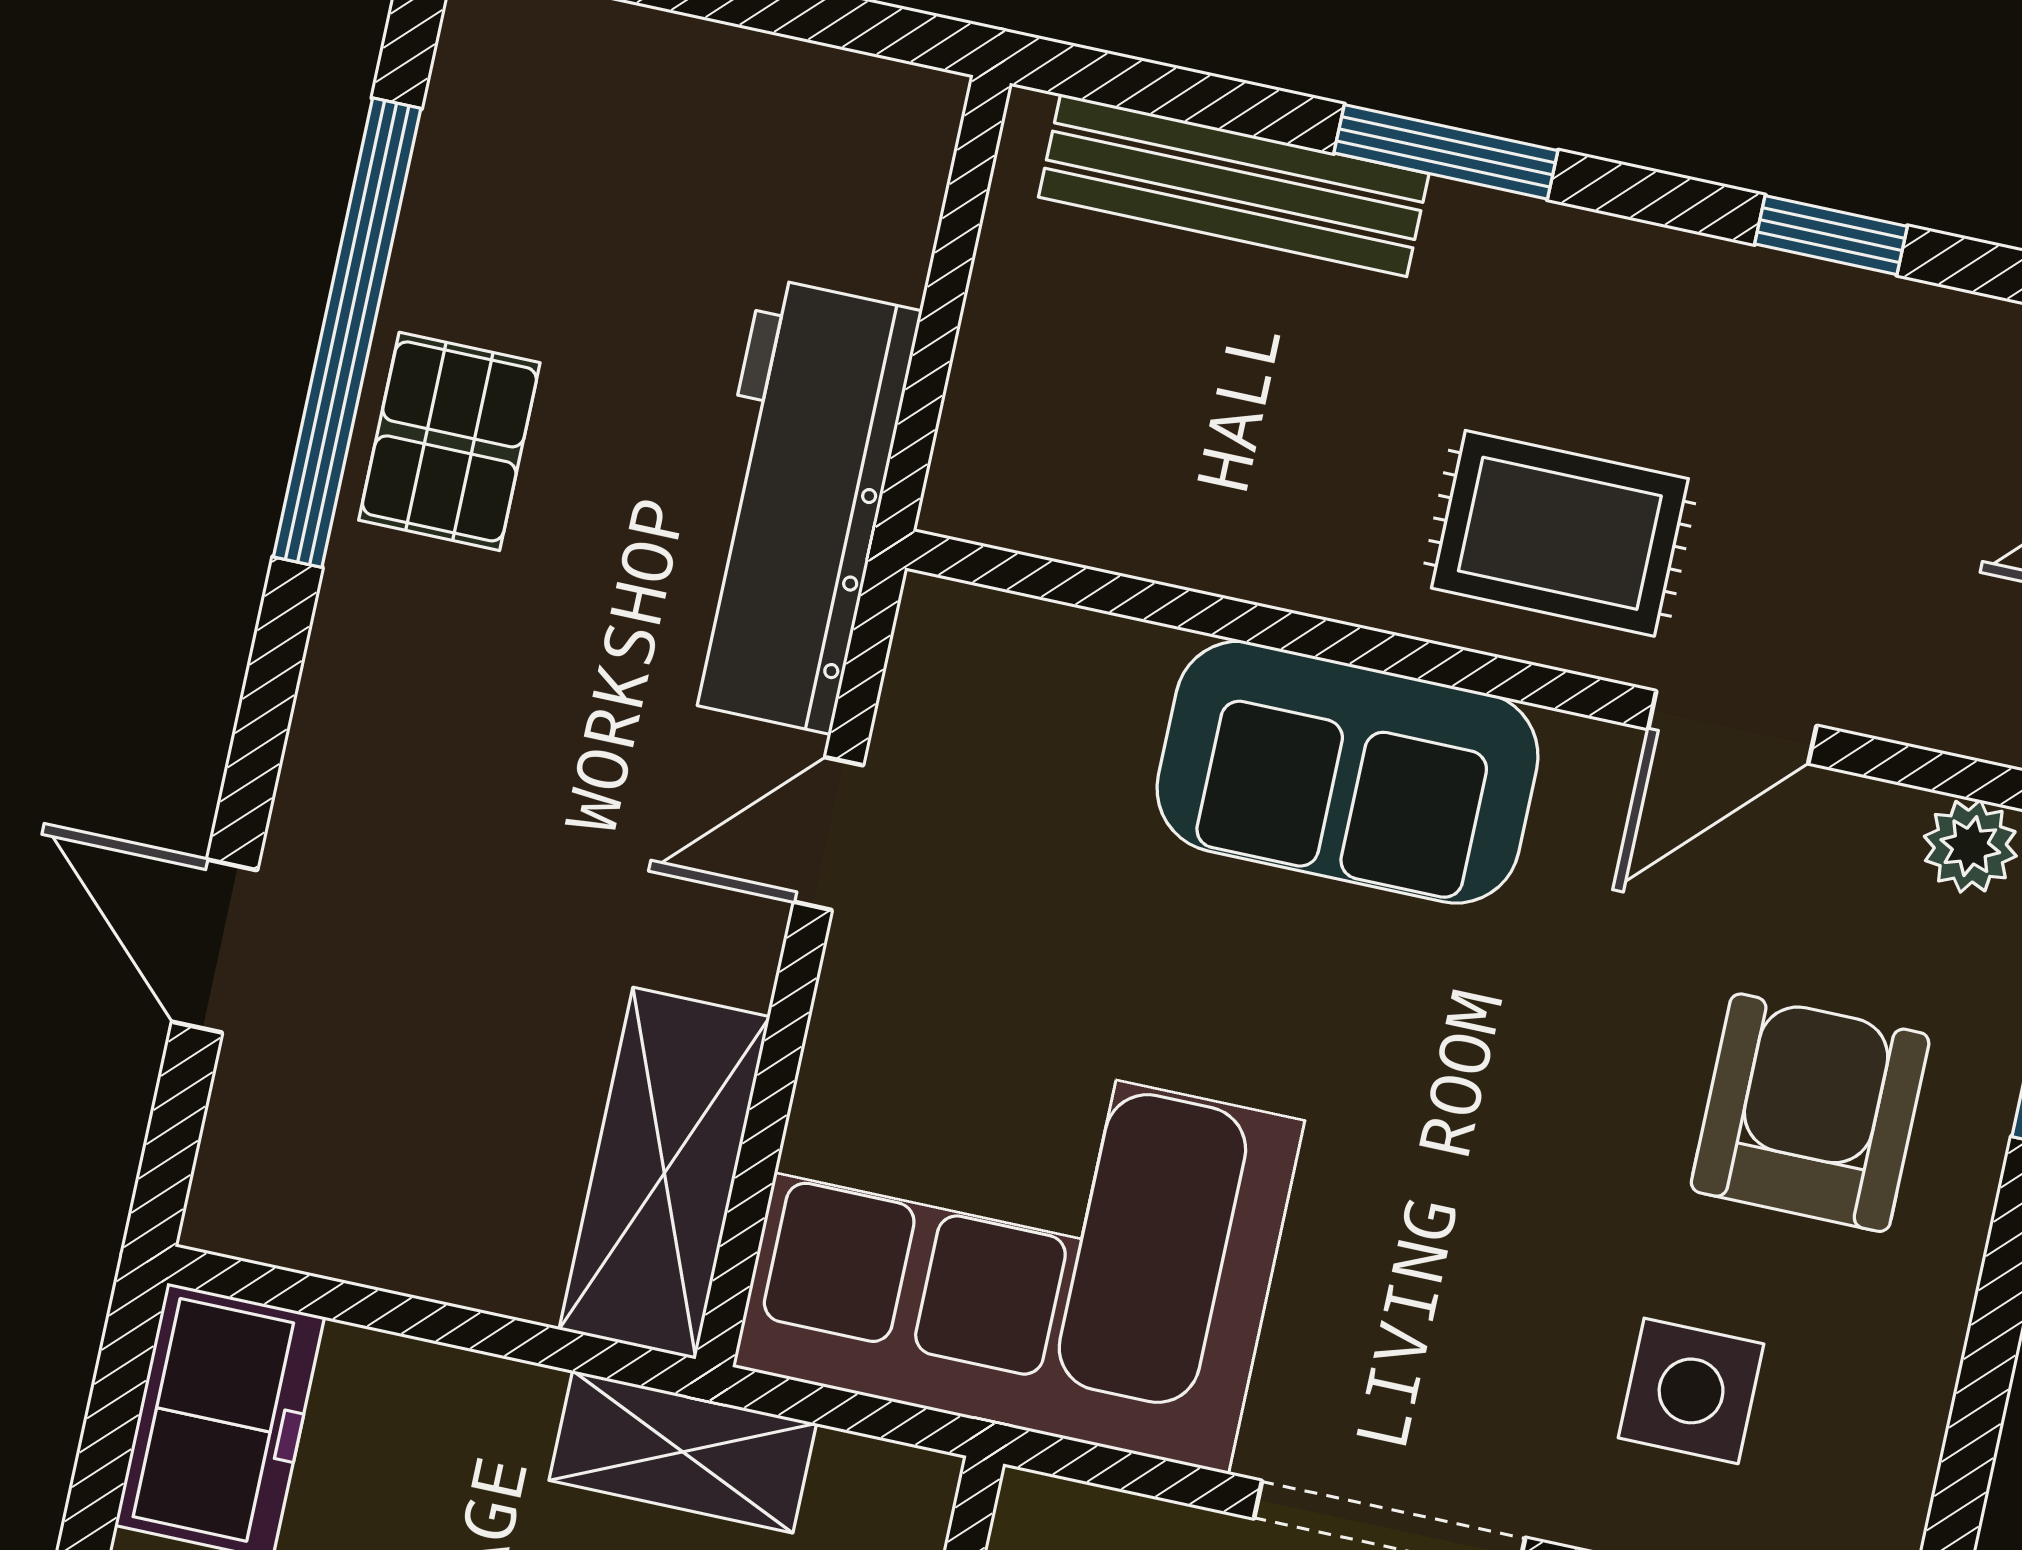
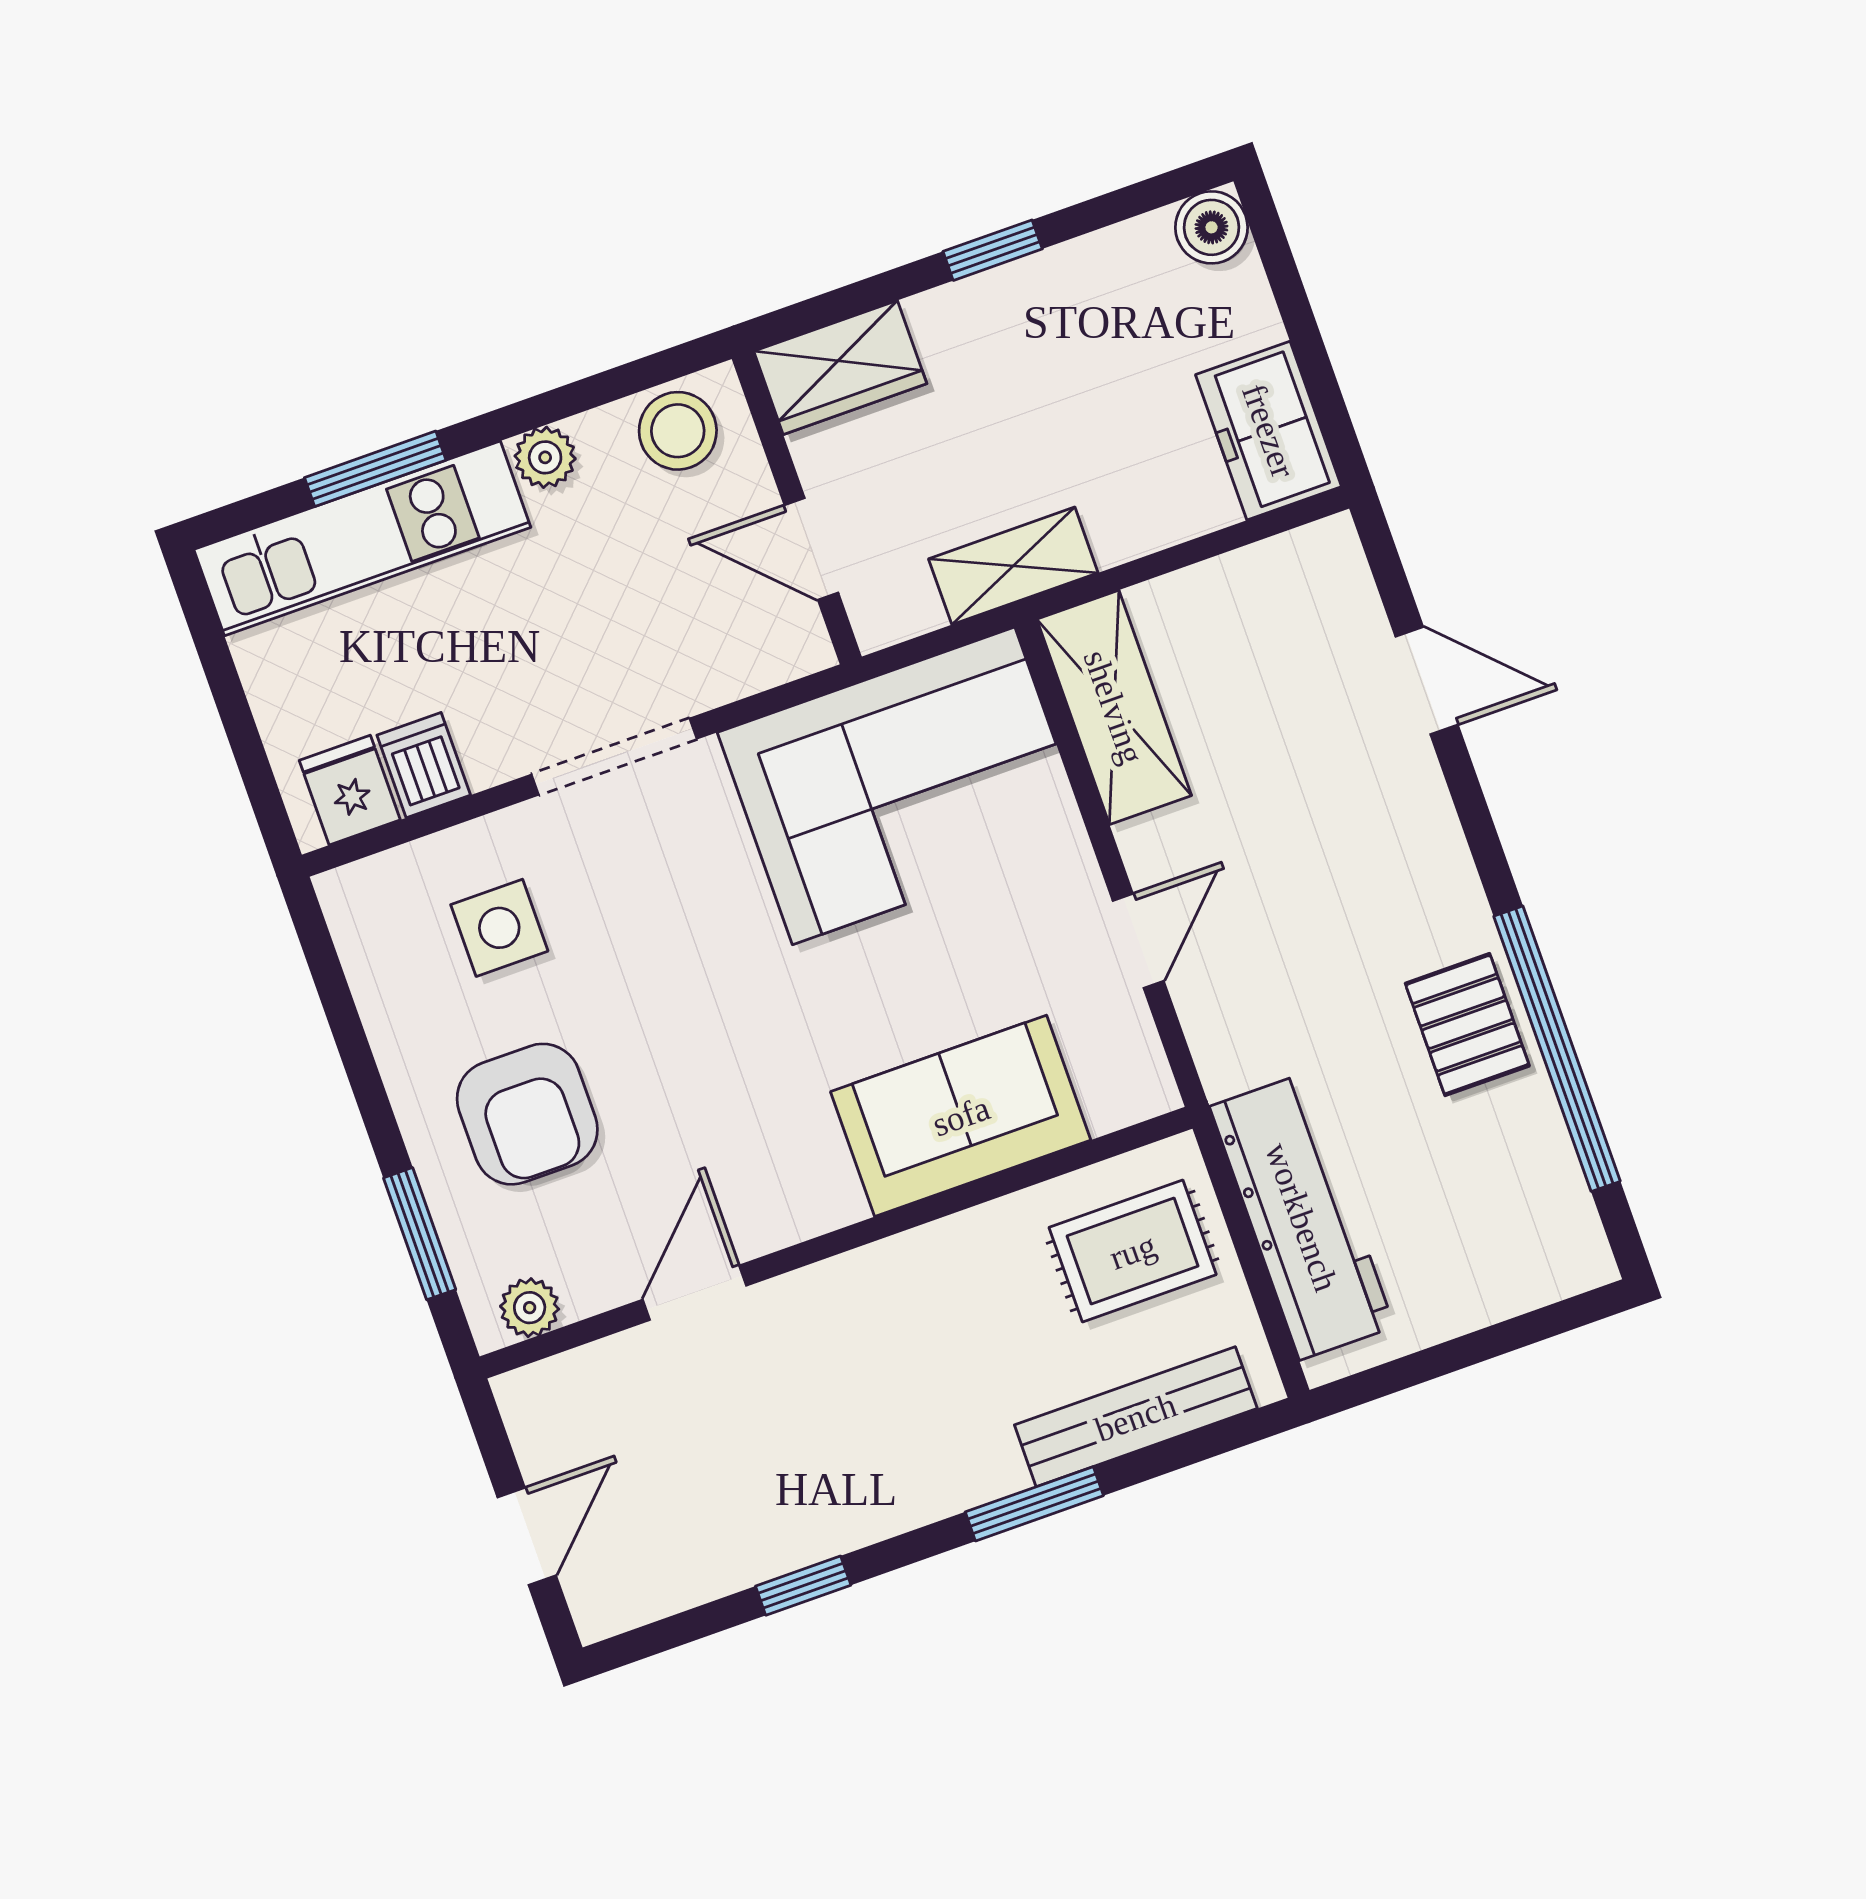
workbench: (797, 506) -> (1302, 1217), moved
rug: (1560, 533) -> (1133, 1251), moved
sofa: (1348, 772) -> (961, 1116), moved

